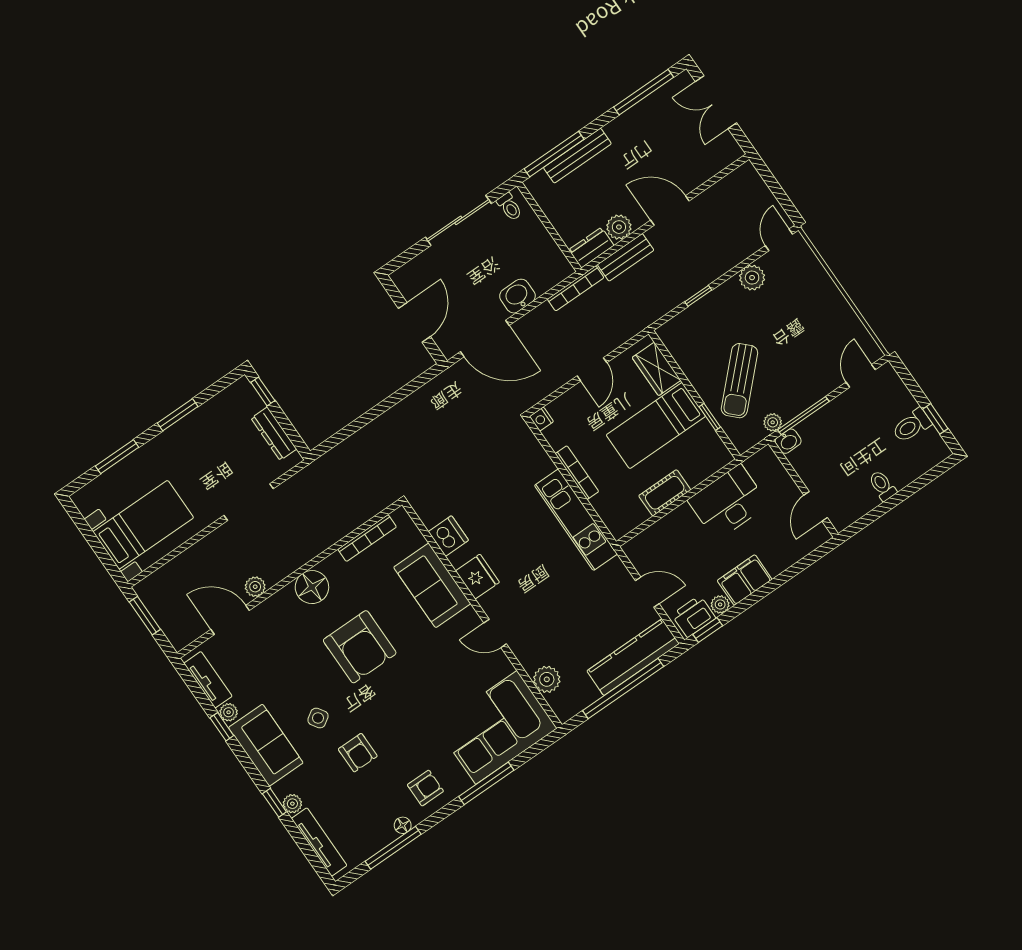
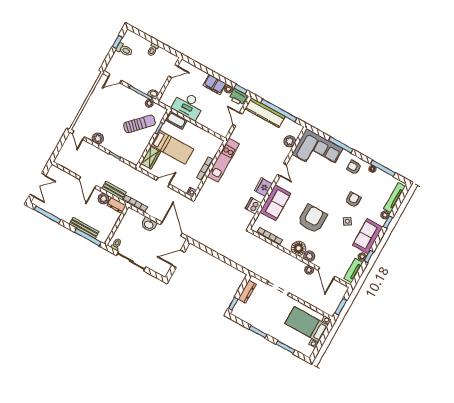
door: (779, 240) -> (78, 135), hinge flipped
cot: (665, 493) -> (176, 120), moved
plant: (284, 601) -> (309, 256), added

